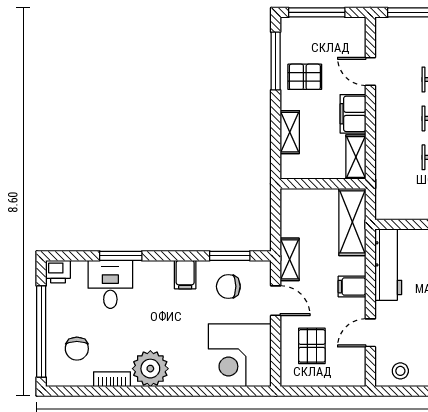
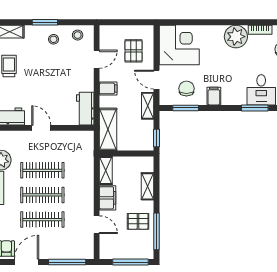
window: (276, 208) -> (157, 138), added
workbench: (388, 265) -> (85, 109), width x0.73
chair: (228, 286) -> (186, 89), turned -90

